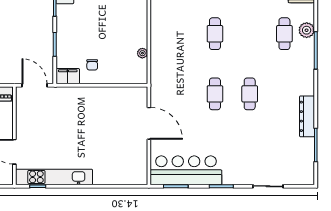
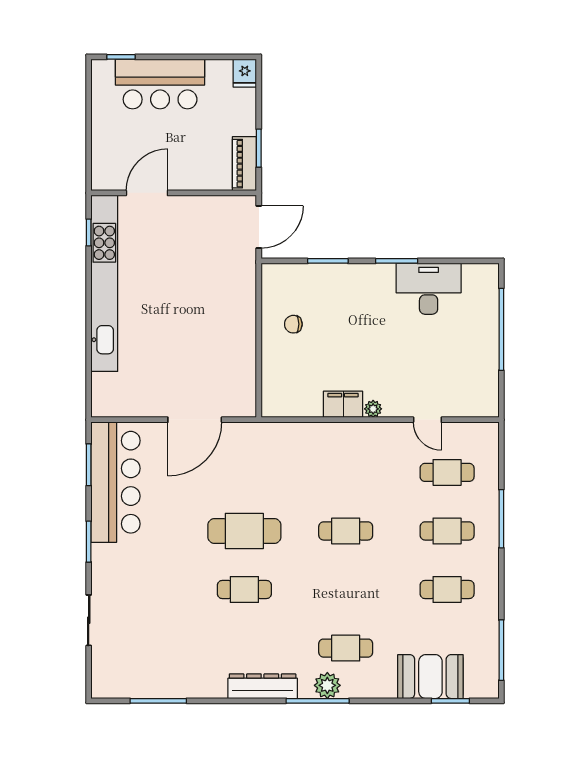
plant: (307, 30) -> (327, 685), moved
plant: (142, 53) -> (373, 409), moved
filing cabinet: (68, 76) -> (343, 404), moved, turned -90
cafe table: (215, 94) -> (244, 531), width x1.37, depth x1.35
dresser: (307, 116) -> (263, 686), moved
kitchen unit: (54, 177) -> (104, 283), width x1.36

